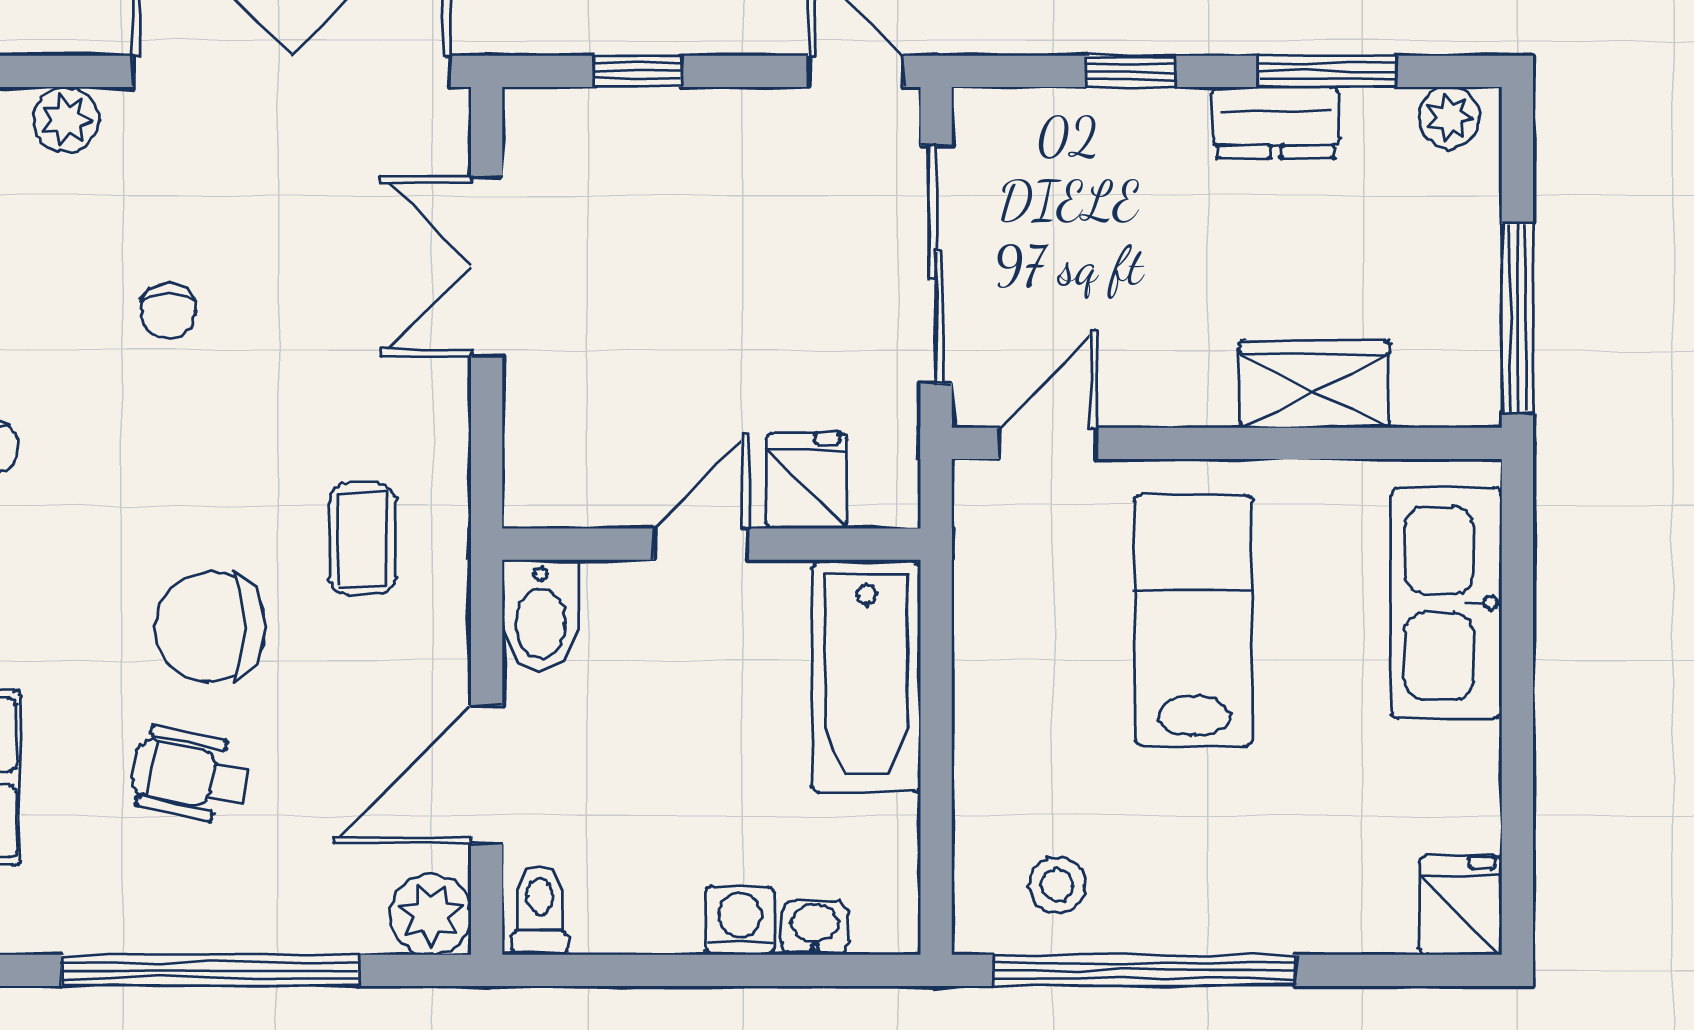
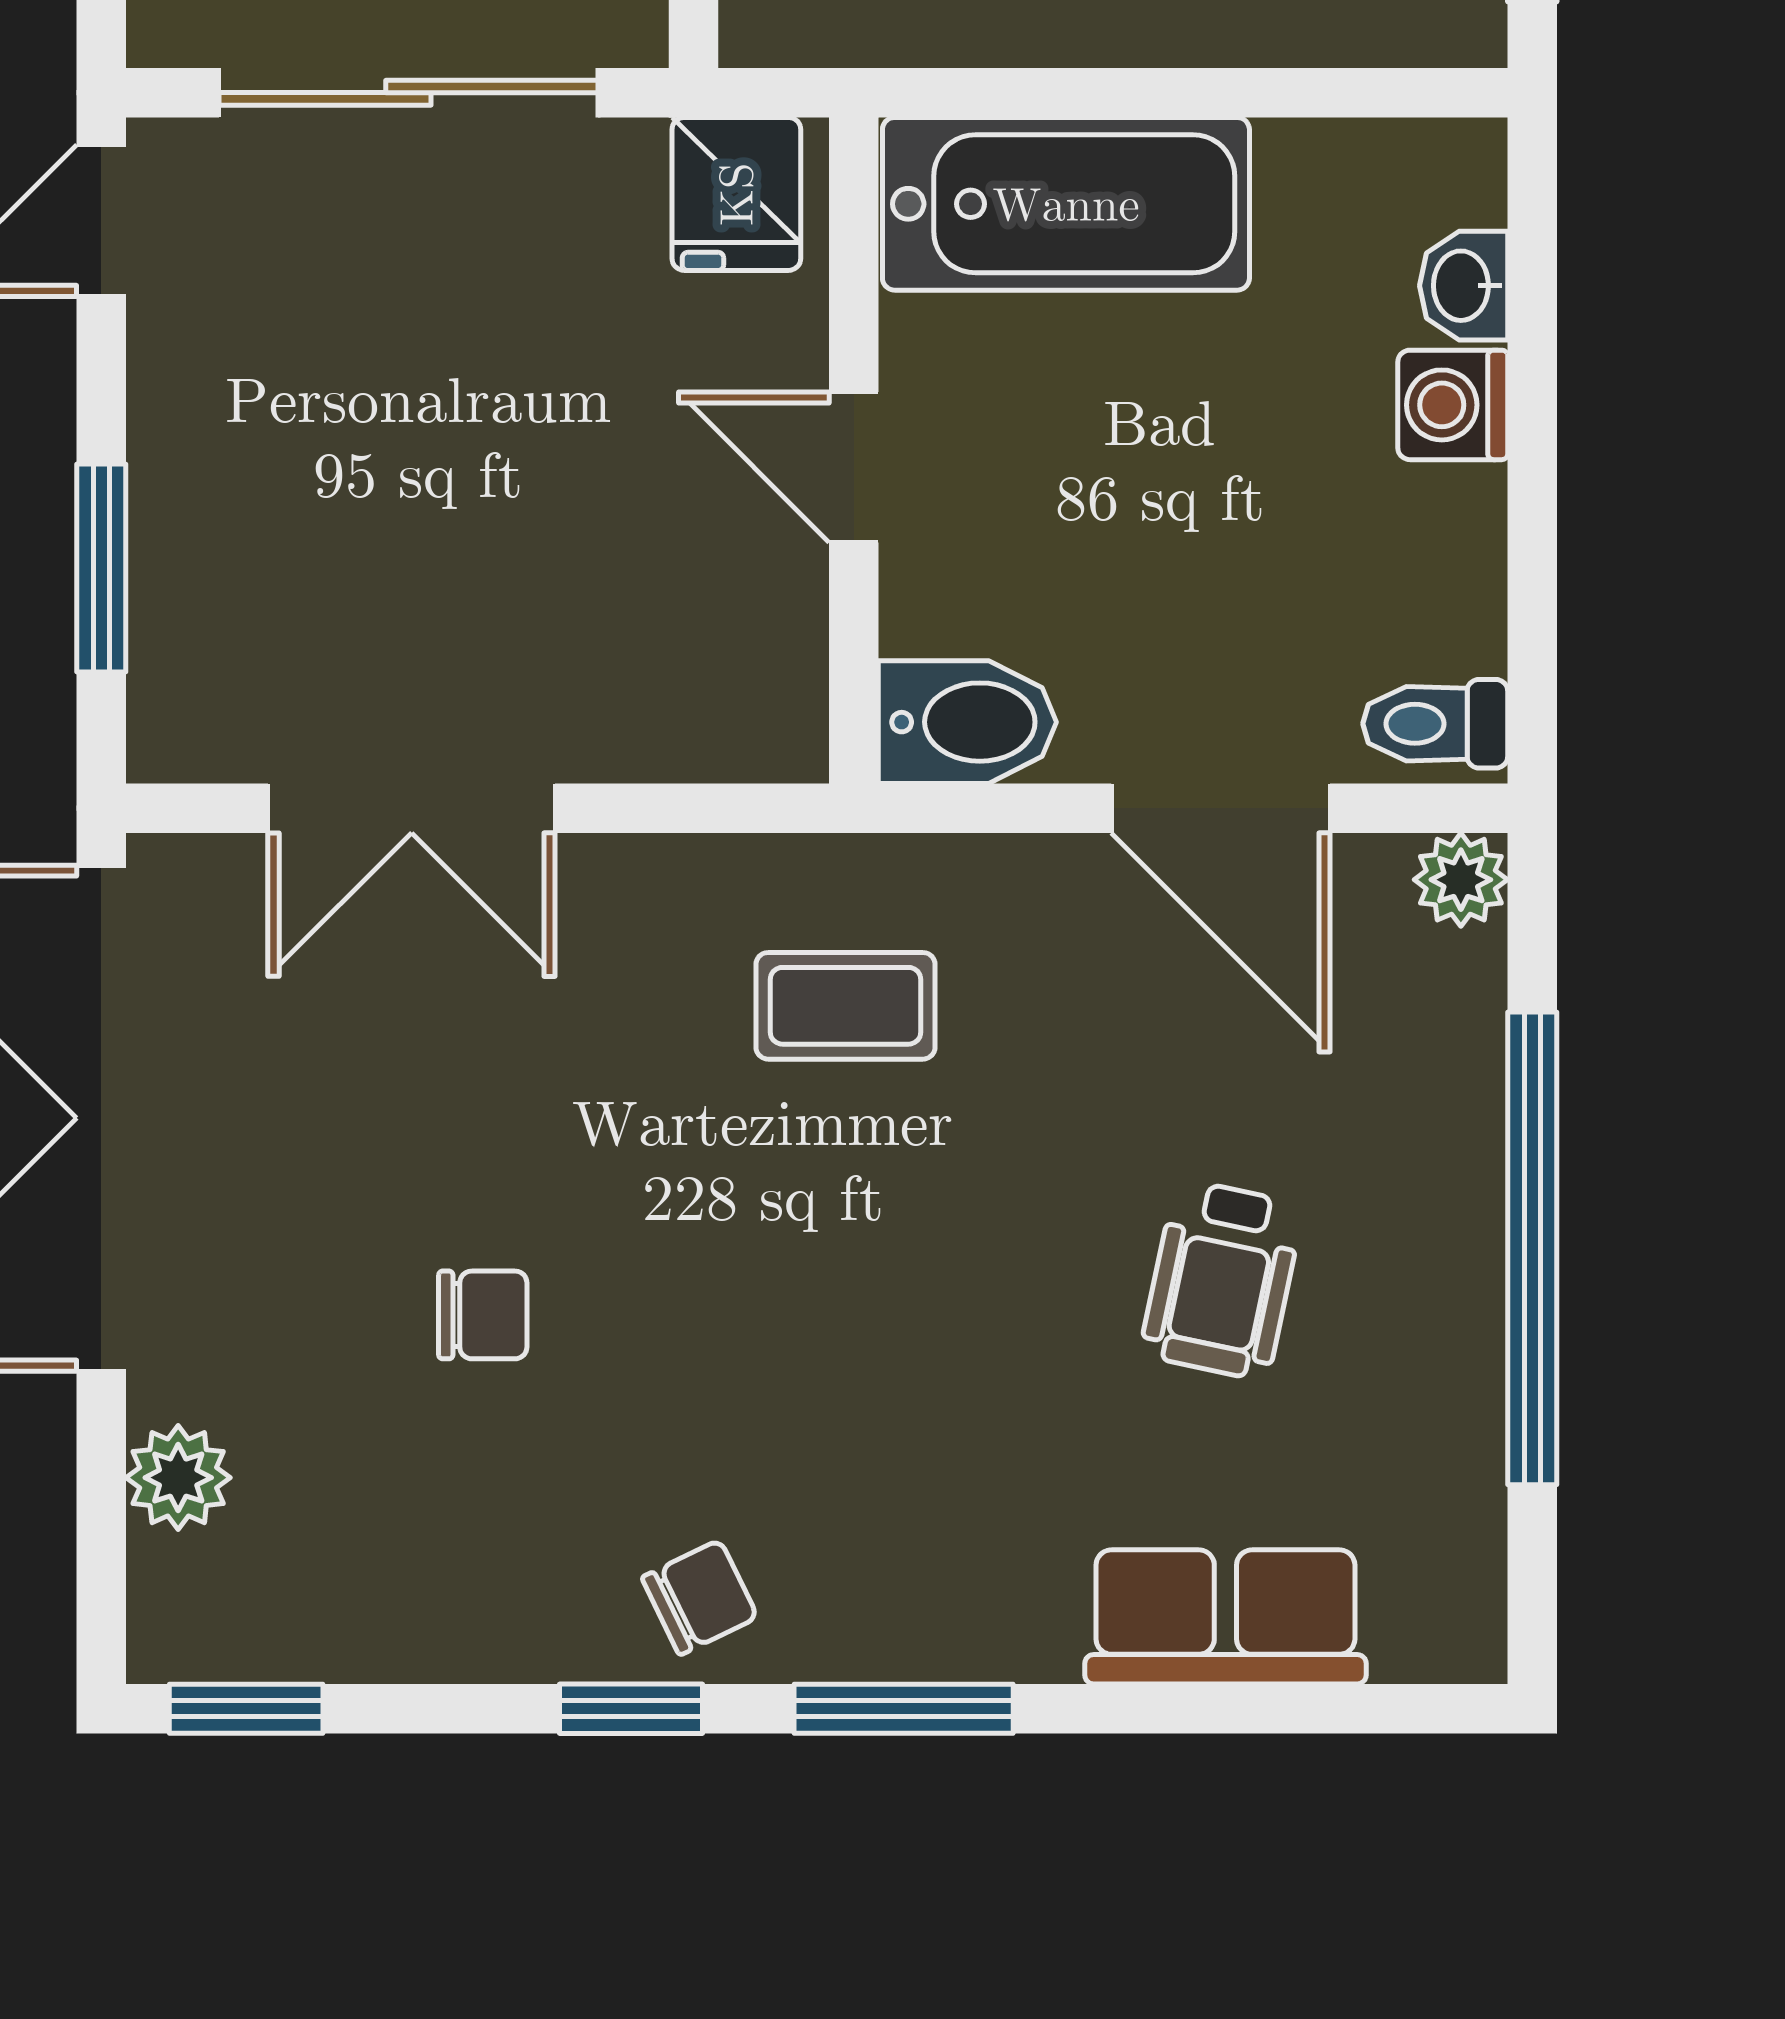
window: (638, 71) -> (101, 568), width x1.50
fridge: (806, 481) -> (736, 194), moved, turned -90
chair: (210, 627) -> (985, 1248), removed
plant: (431, 915) -> (1461, 880), width x0.73, depth x0.73

